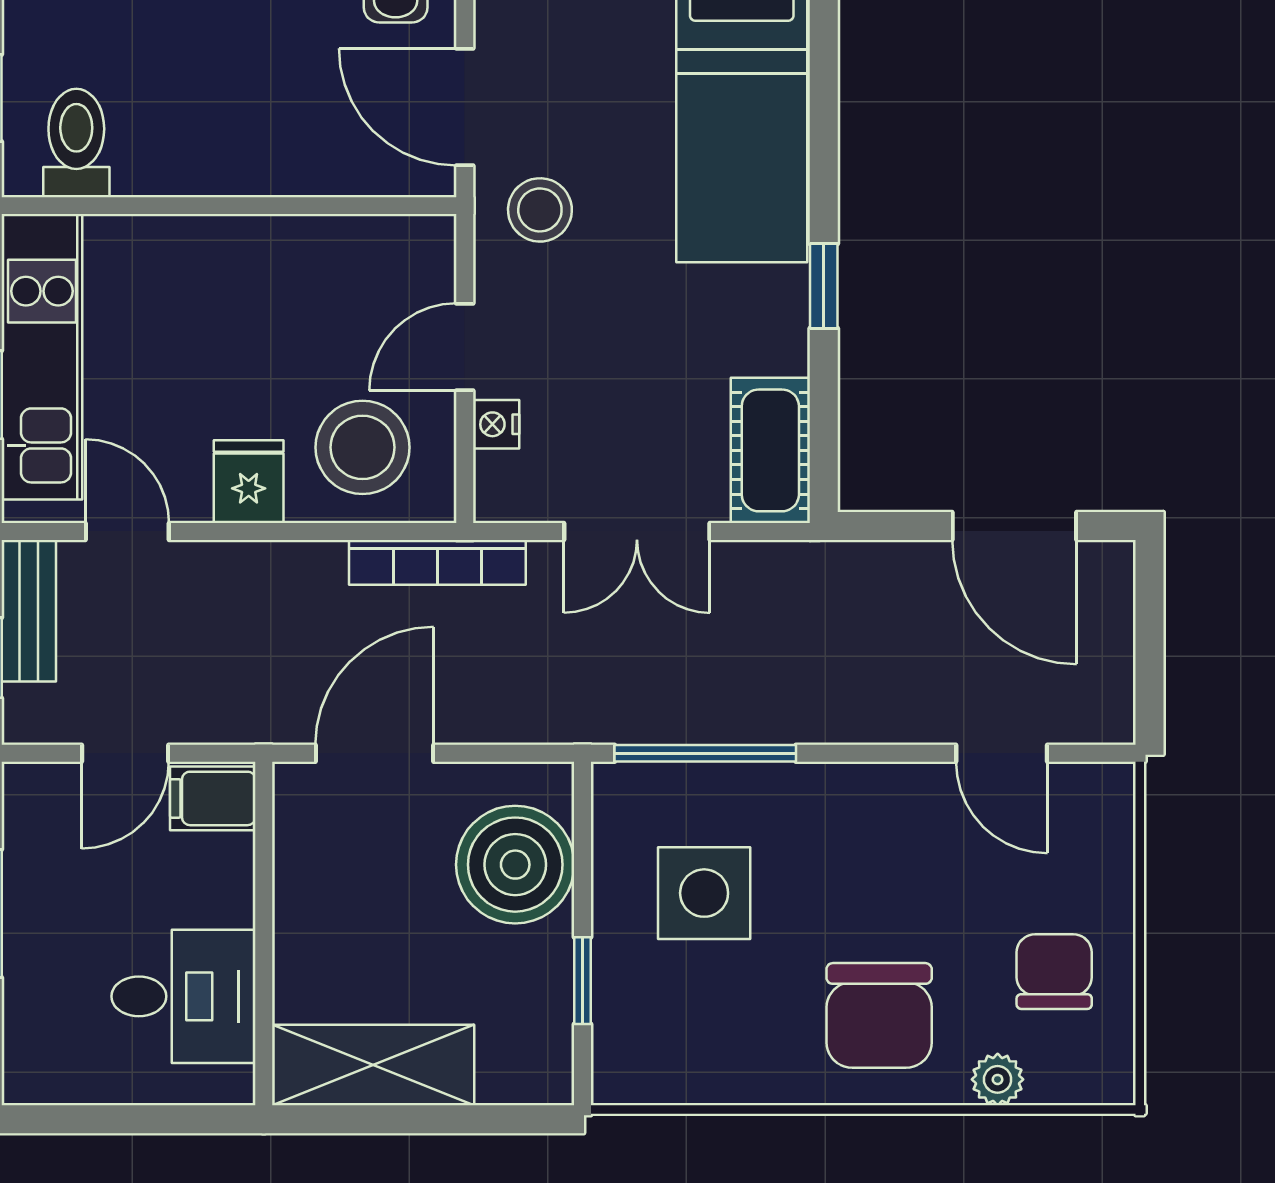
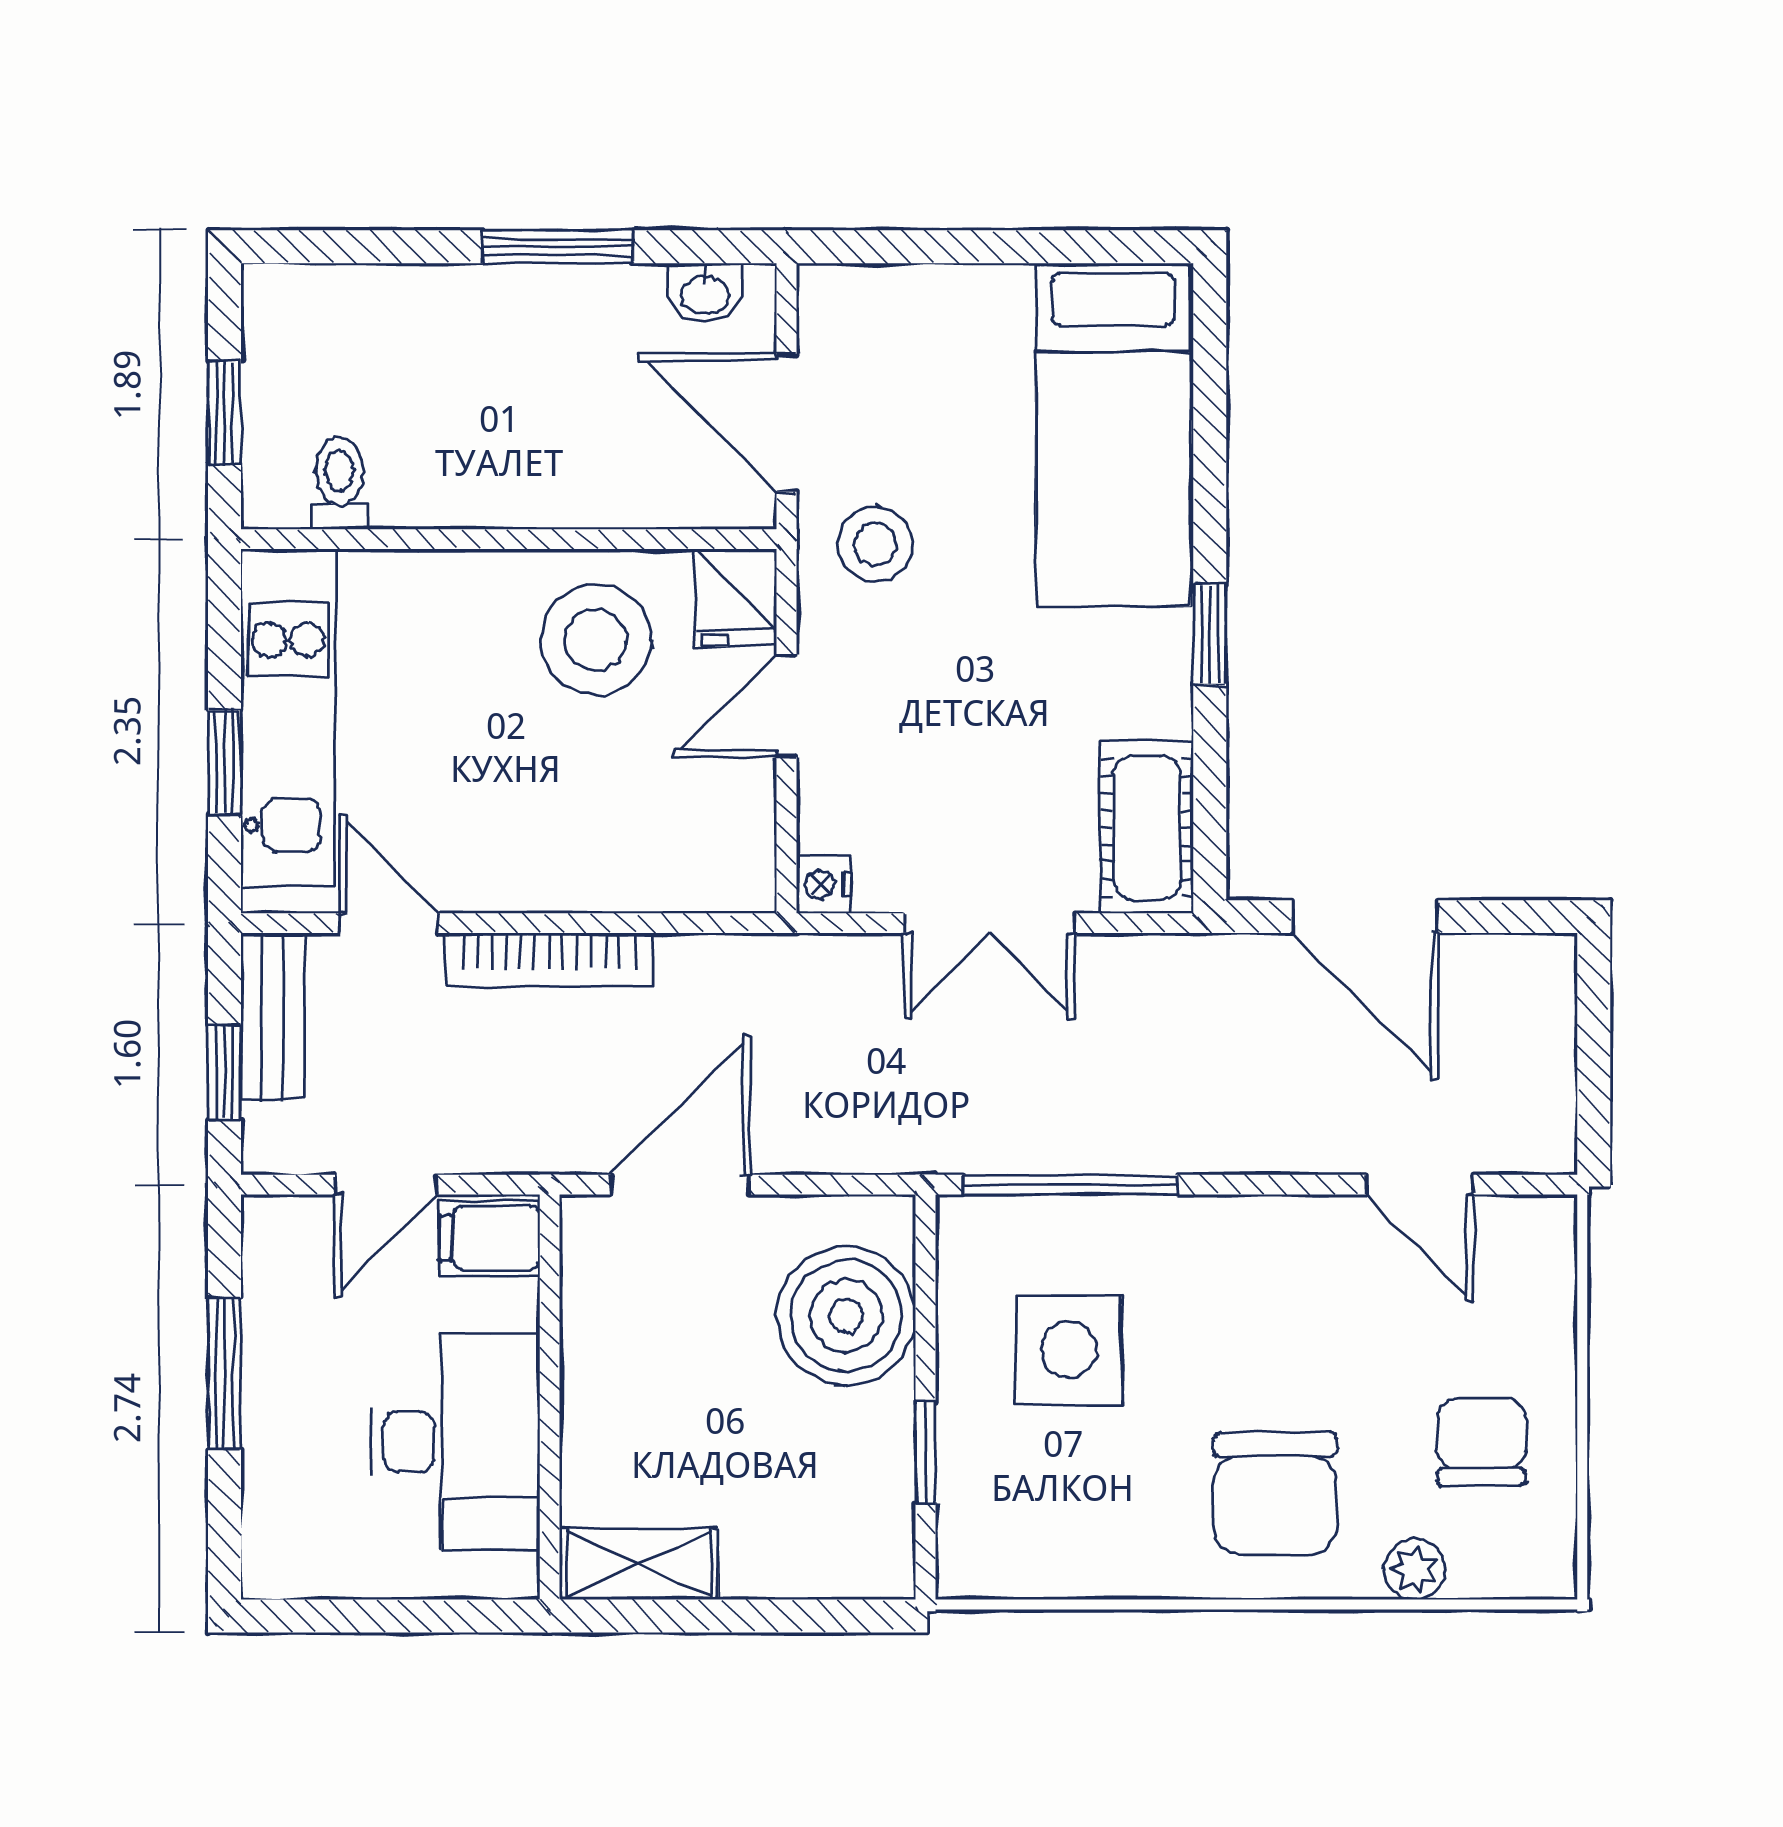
toilet: (76, 143) -> (339, 483), width x0.73, depth x0.72
nightstand: (496, 424) -> (824, 885), moved
stool: (362, 447) -> (596, 640), moved
fridge: (249, 482) -> (736, 598), moved, turned 180
door: (1014, 526) -> (1365, 917), moved
bookcase: (437, 562) -> (549, 960), moved
desk: (183, 996) -> (455, 1442), width x1.37
shelving: (373, 1065) -> (639, 1564), width x0.67, depth x0.75

